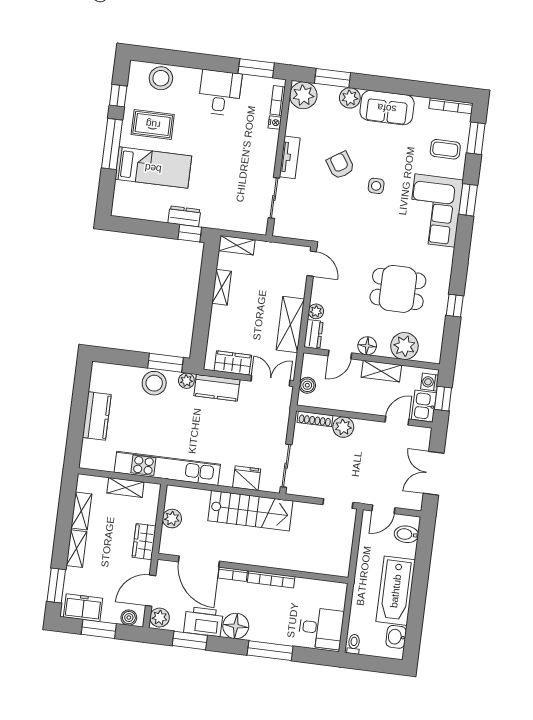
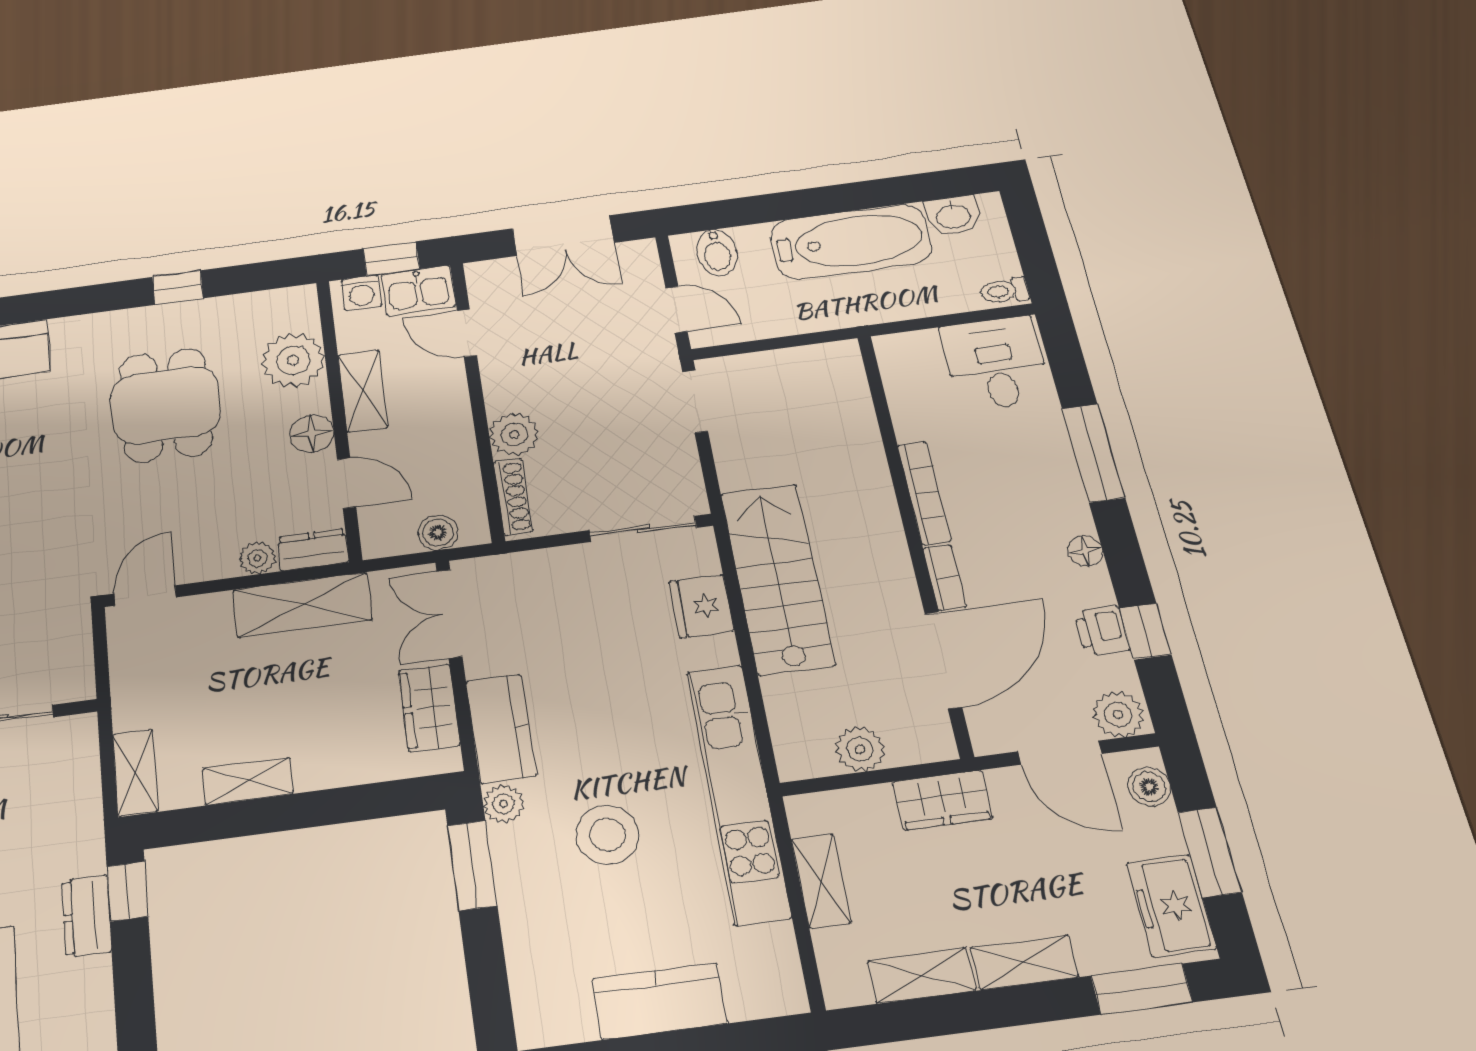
stool: (154, 383) -> (607, 835), moved
printer: (203, 622) -> (1102, 631), width x0.53, depth x0.68
floor lamp: (236, 626) -> (1085, 551), width x0.53, depth x0.53
window: (190, 641) -> (1145, 631), width x0.67

